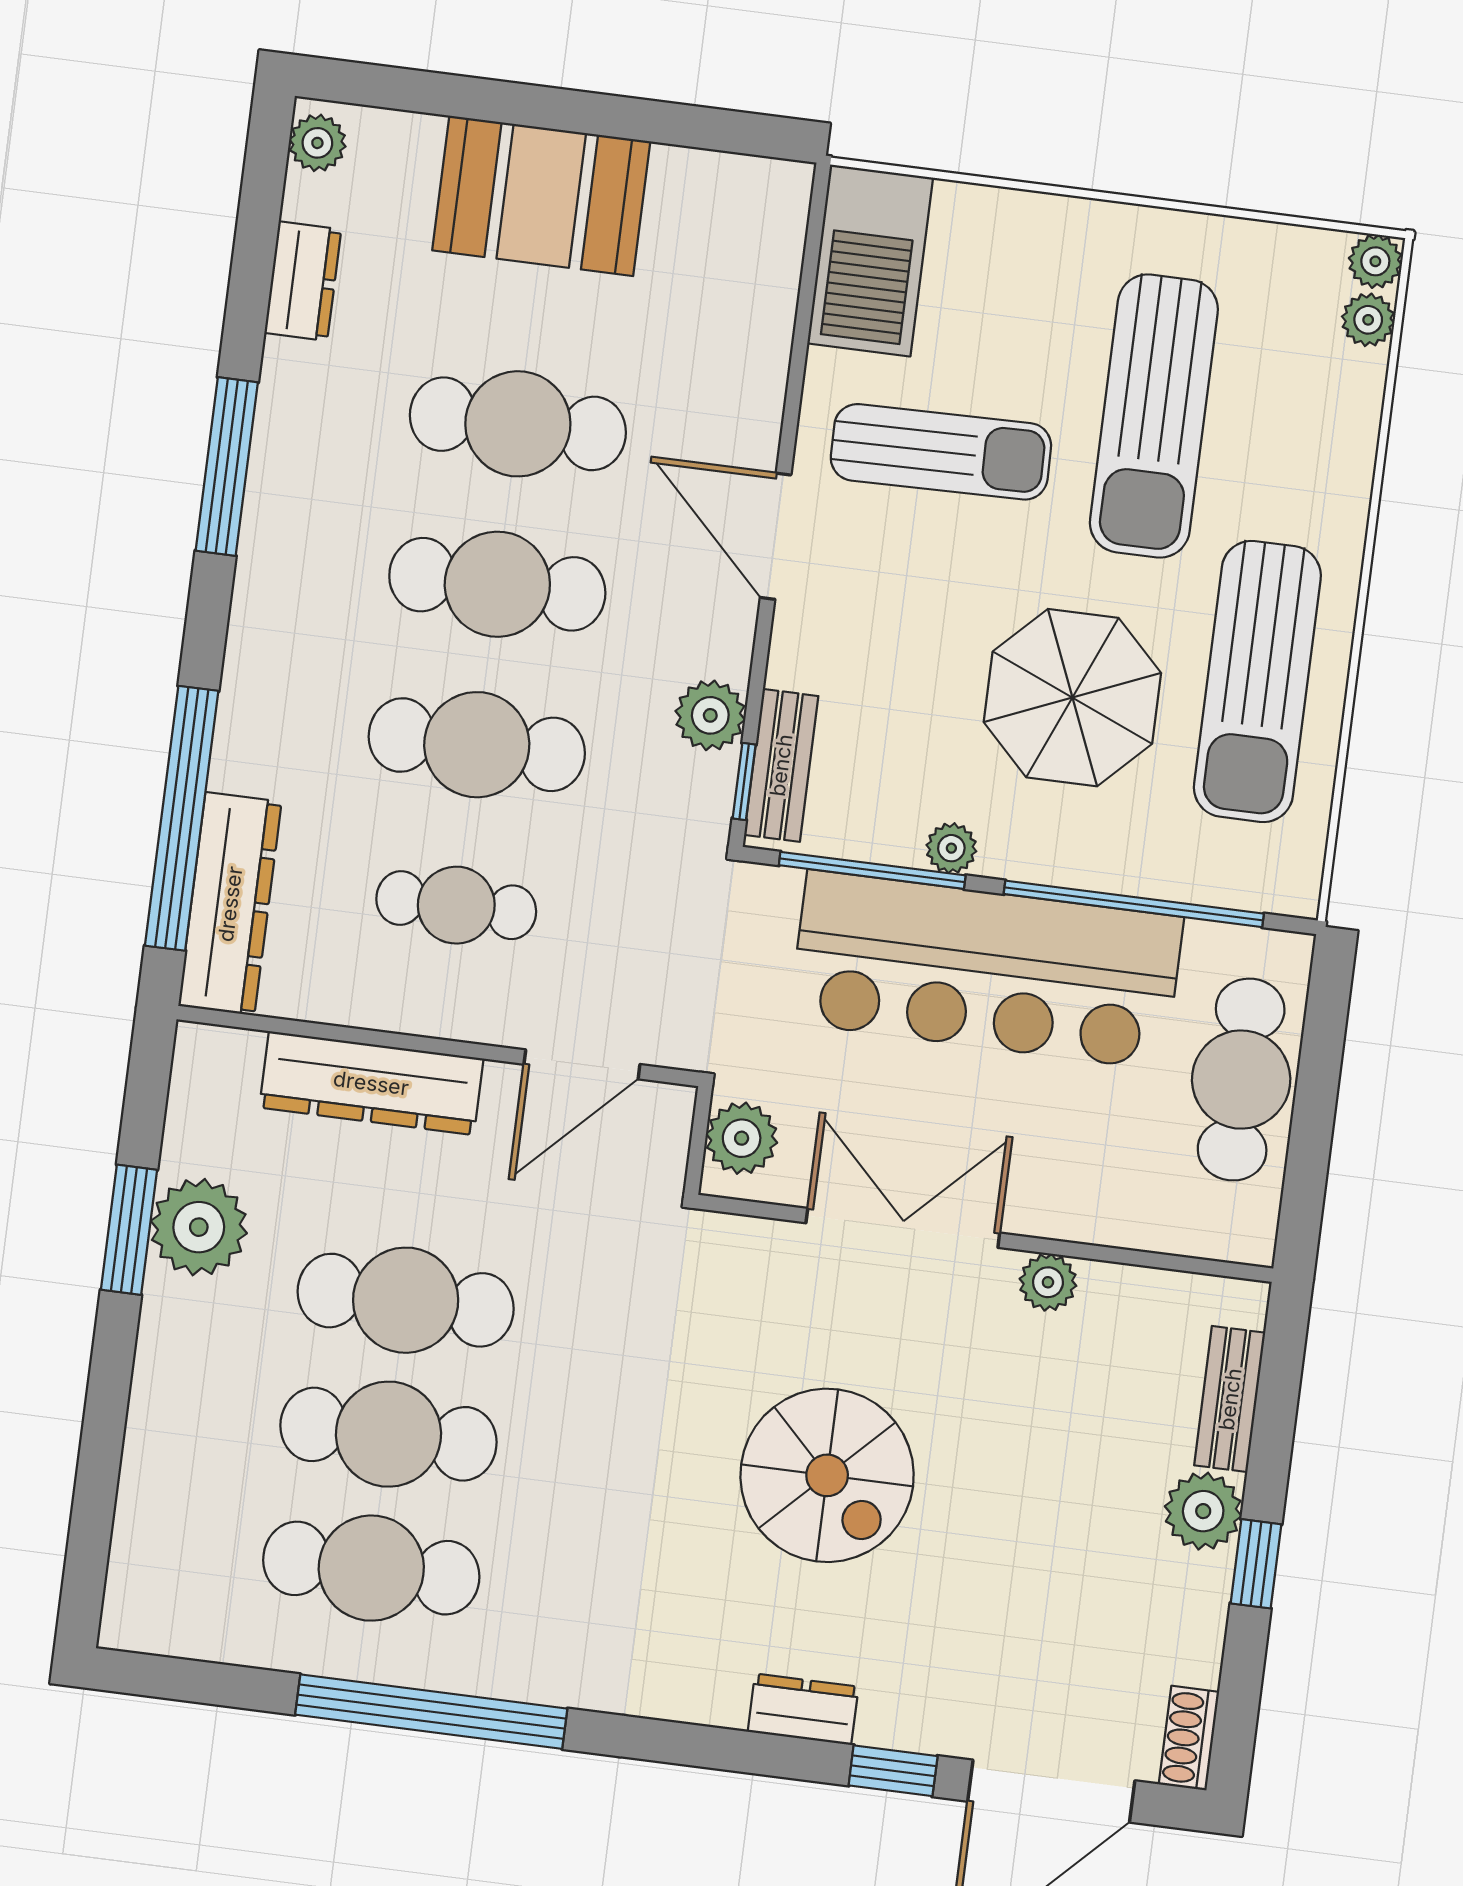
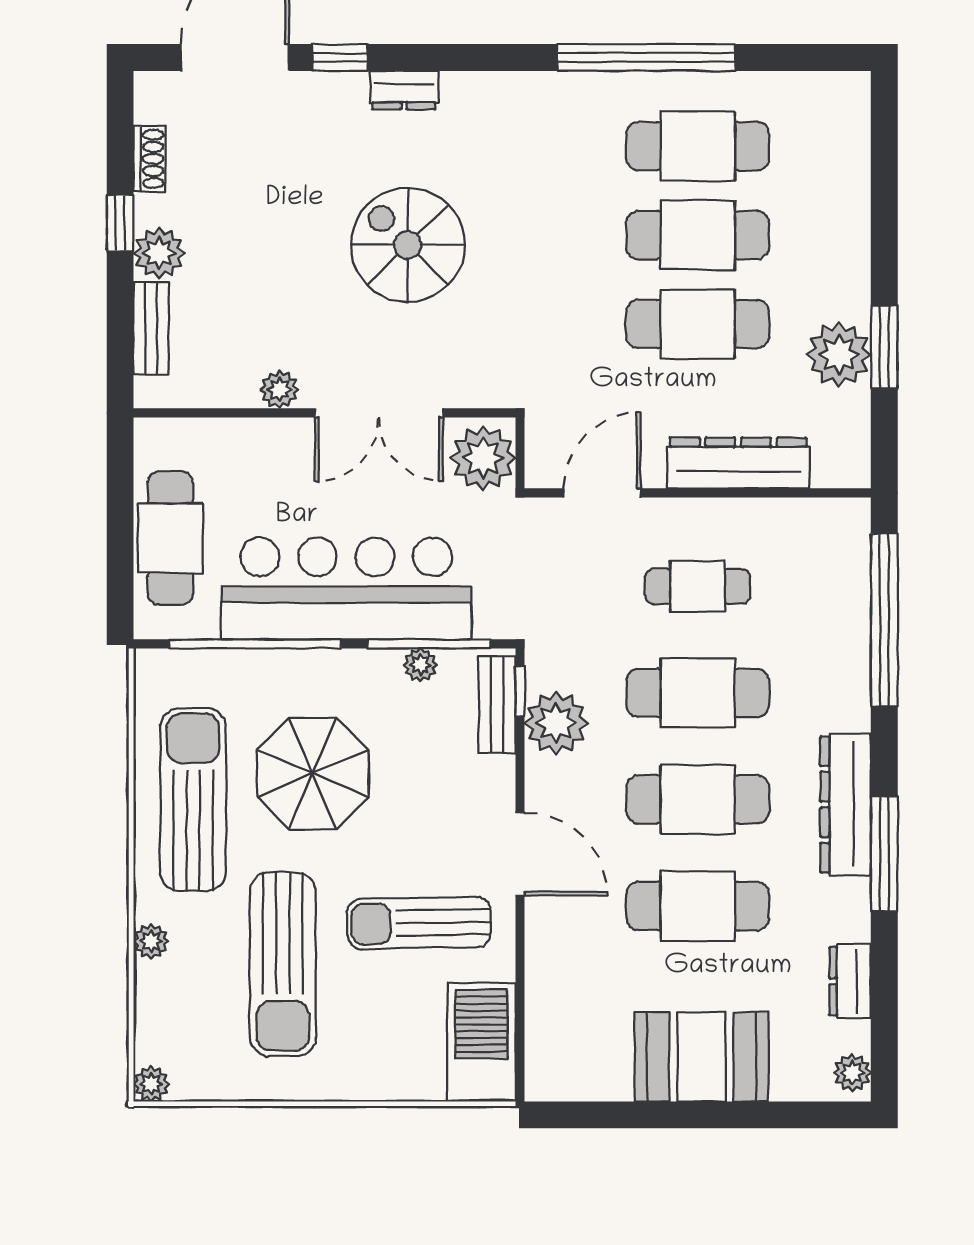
plant: (1368, 320) -> (151, 941), moved
sun lounger: (1154, 416) -> (283, 964), turned 180
plant: (710, 715) -> (556, 723), width x1.36, depth x1.36
plant: (951, 848) -> (420, 665), moved
dresser: (230, 904) -> (846, 804), moved
plant: (742, 1138) -> (483, 458), width x1.36, depth x1.36
shoe rack: (1189, 1738) -> (149, 159), moved

